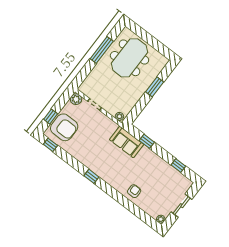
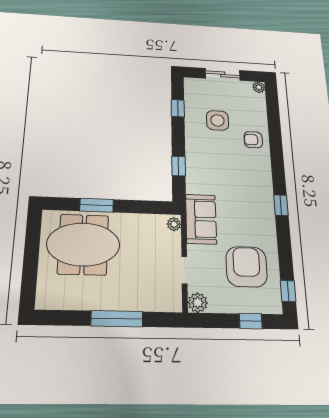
window: (102, 50) -> (117, 319), moved
meeting table: (129, 58) -> (83, 244), moved
armchair: (64, 127) -> (246, 267), moved
sofa: (127, 142) -> (201, 219), moved
side table: (157, 181) -> (217, 120), added

